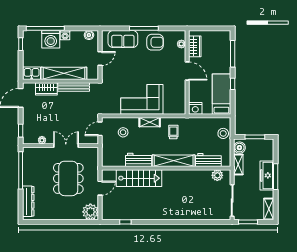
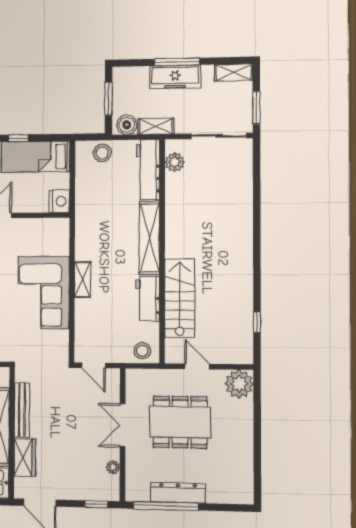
stool: (123, 132) -> (142, 351), moved
trolley: (173, 132) -> (100, 239), removed
workbench: (208, 160) -> (148, 170), width x1.38
dresser: (28, 201) -> (178, 493), moved

